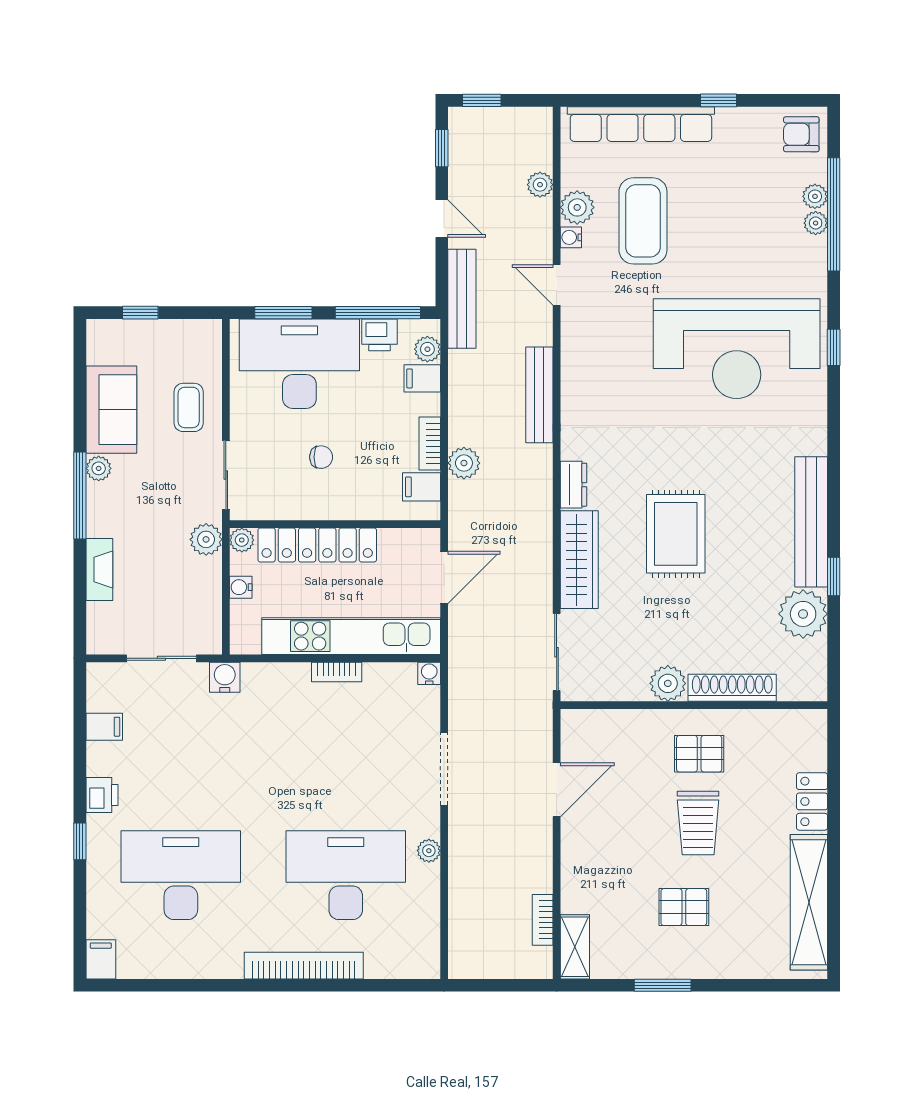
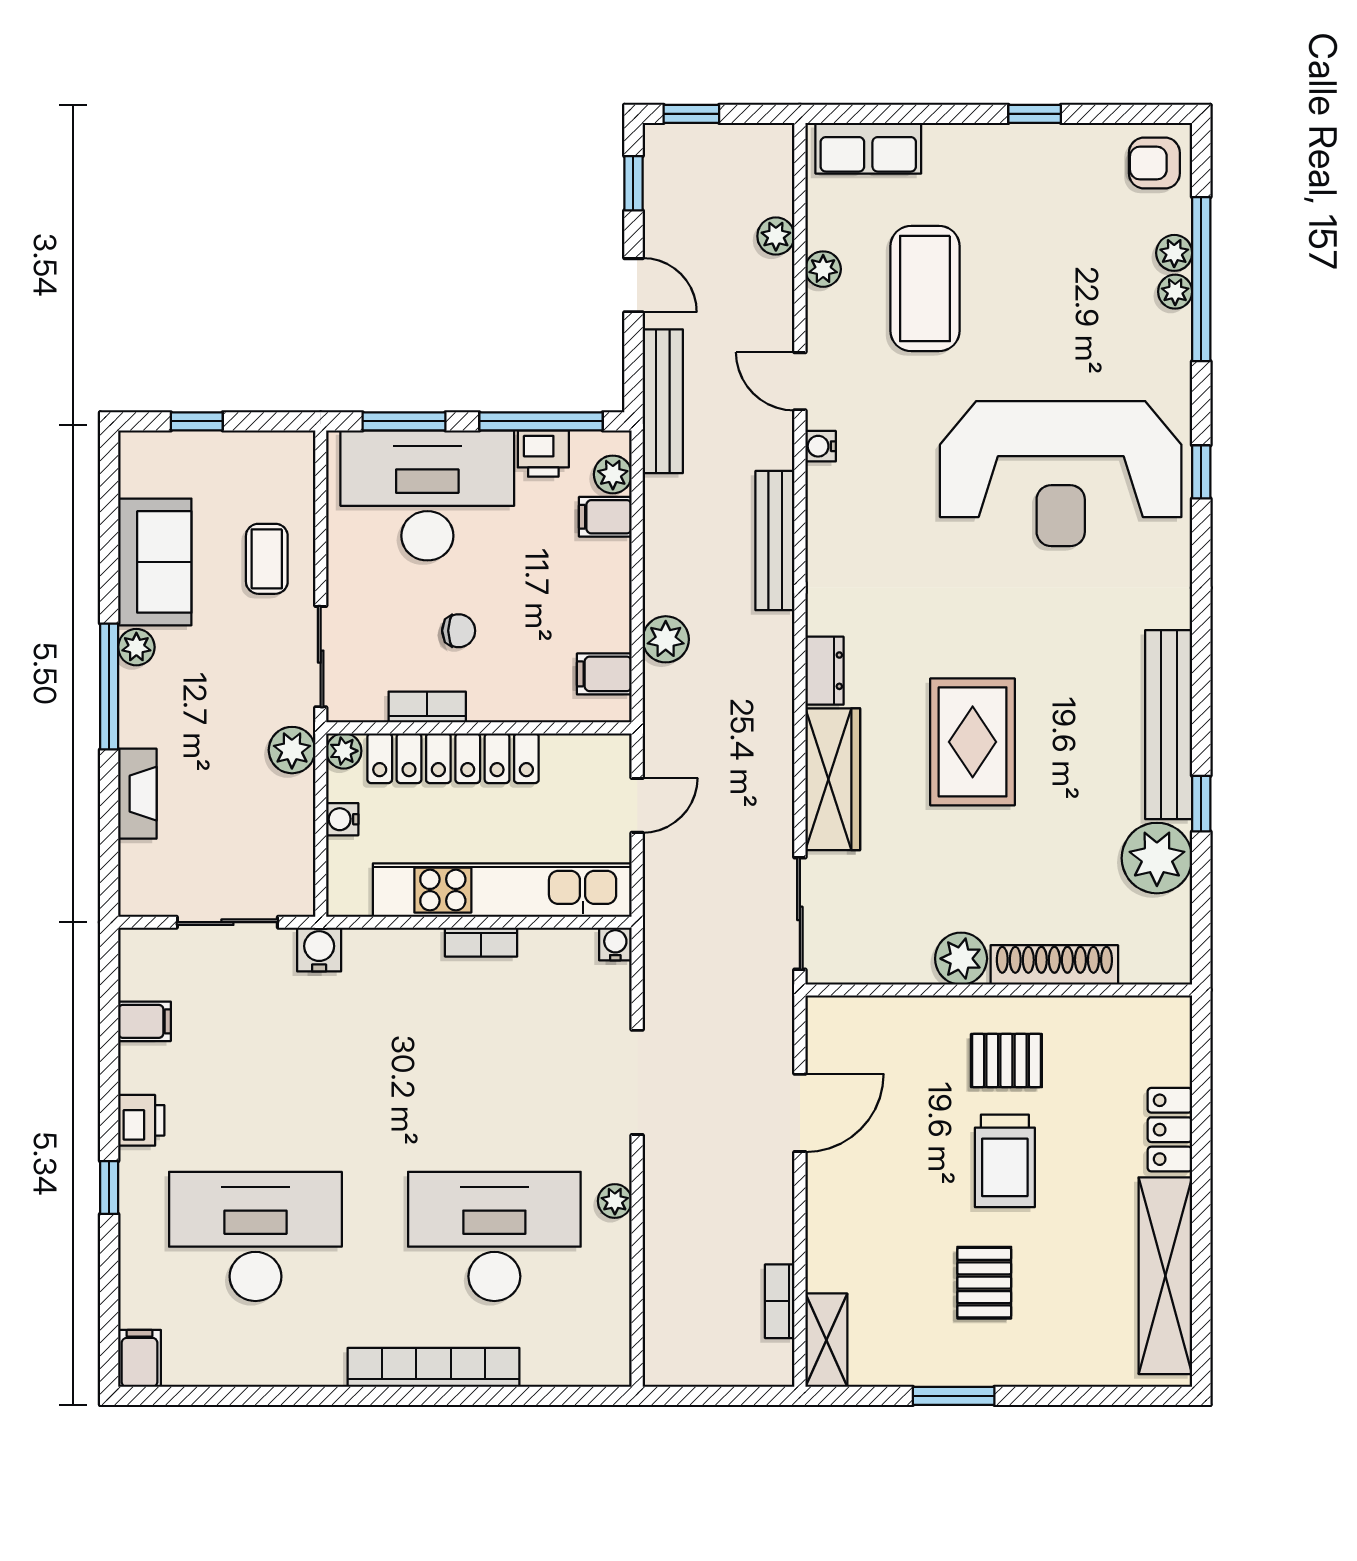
row of seats: (641, 124) -> (868, 148), width x0.50
plant: (577, 207) -> (823, 269), width x0.73, depth x0.73
water cooler: (571, 237) -> (821, 446), moved
bookcase: (430, 444) -> (427, 707), moved, turned 90
door: (444, 578) -> (637, 805), width x0.73
pallet: (684, 907) -> (984, 1283), turned 90

